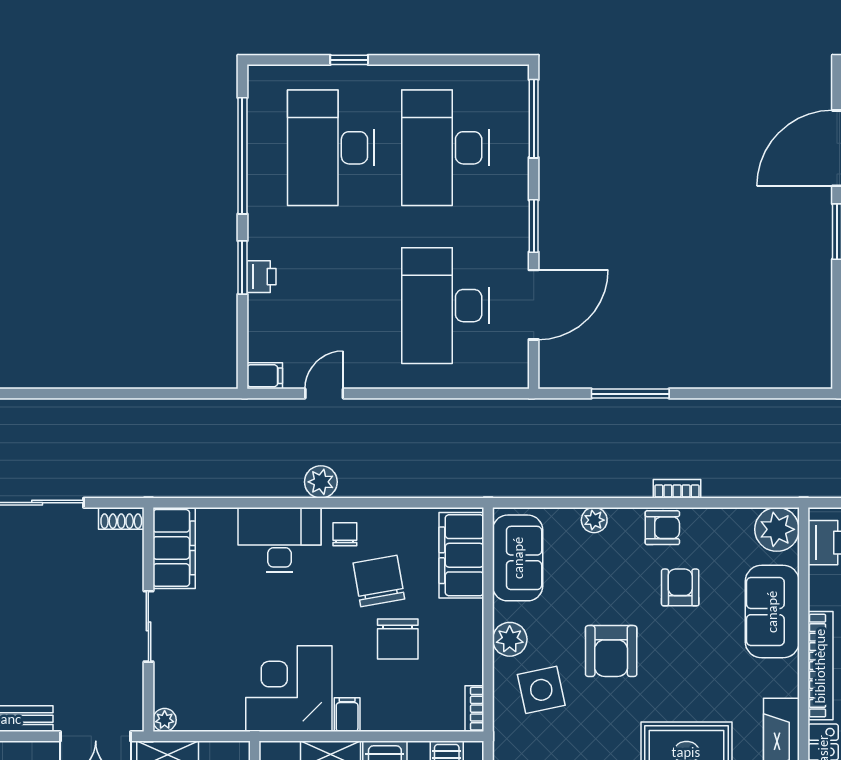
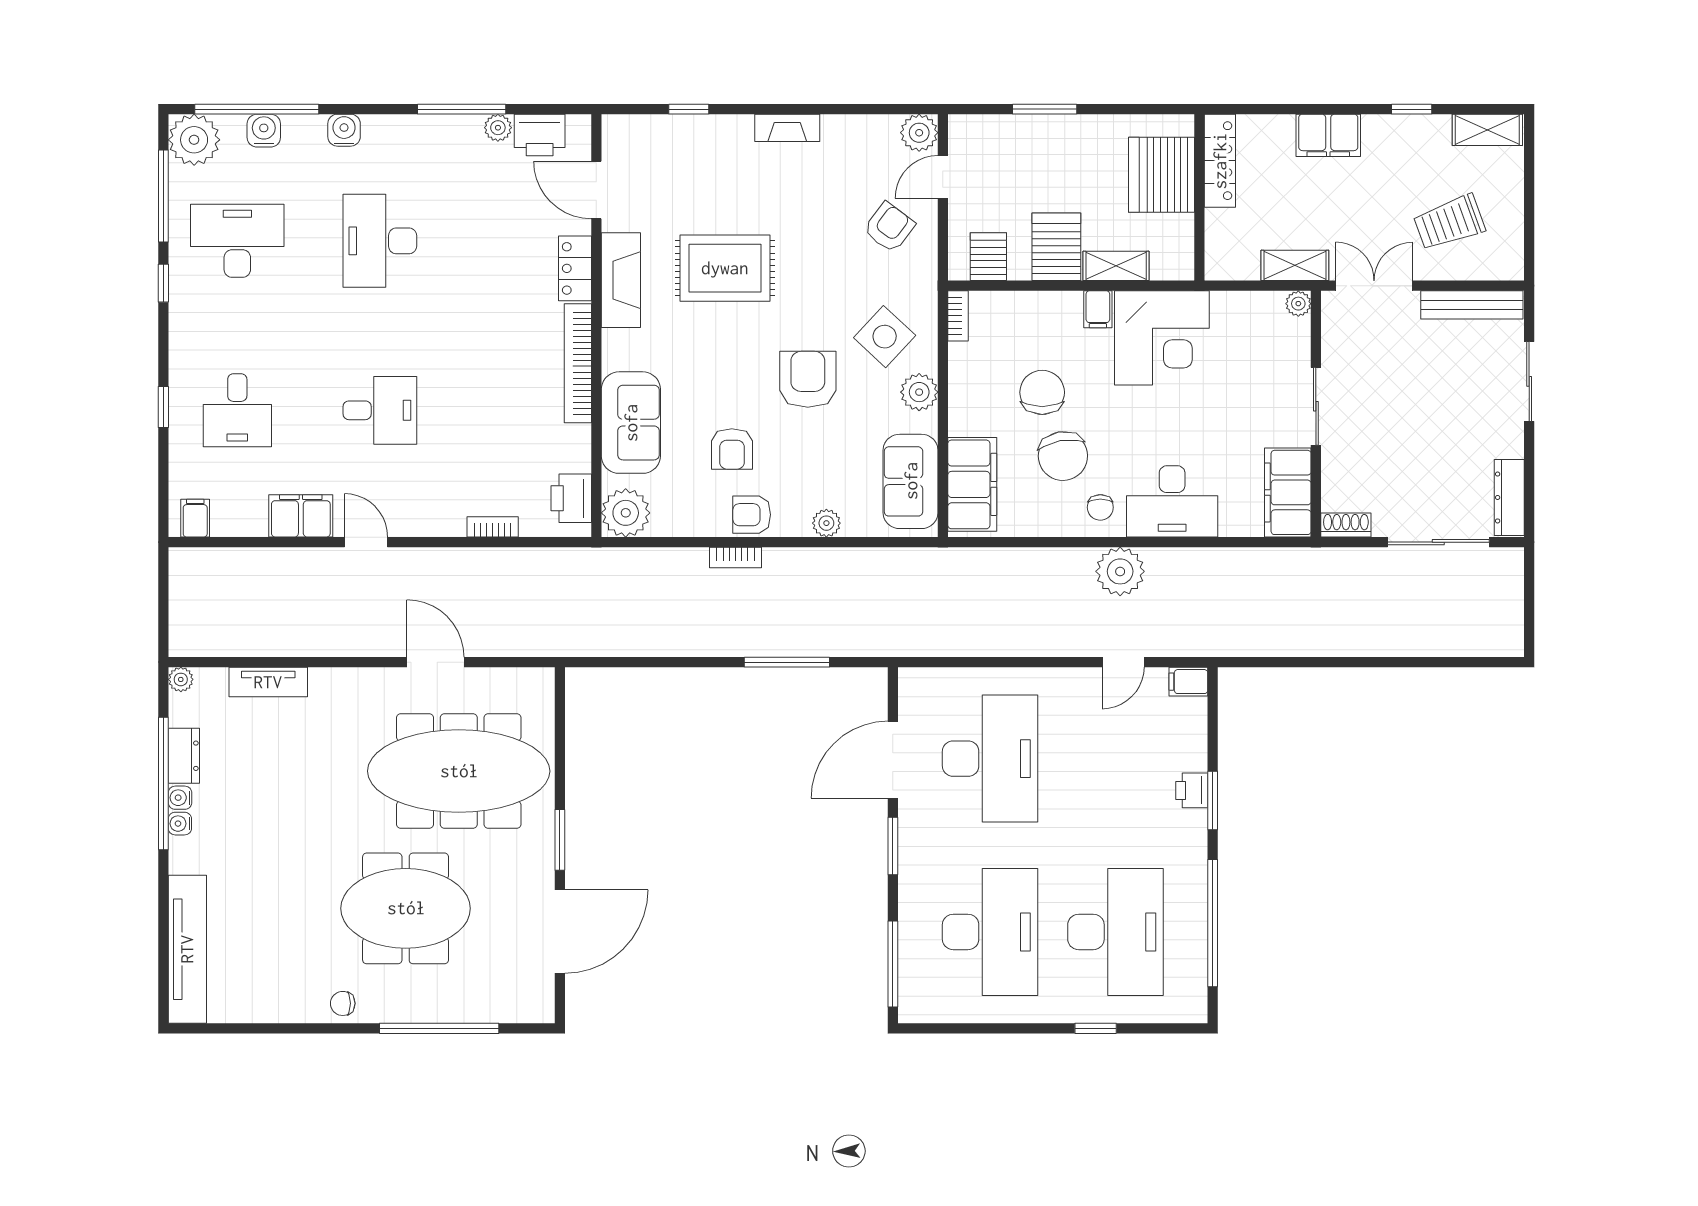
plant: (321, 482) -> (1120, 571), width x1.36, depth x1.36
side table: (541, 690) -> (885, 337), turned -35

